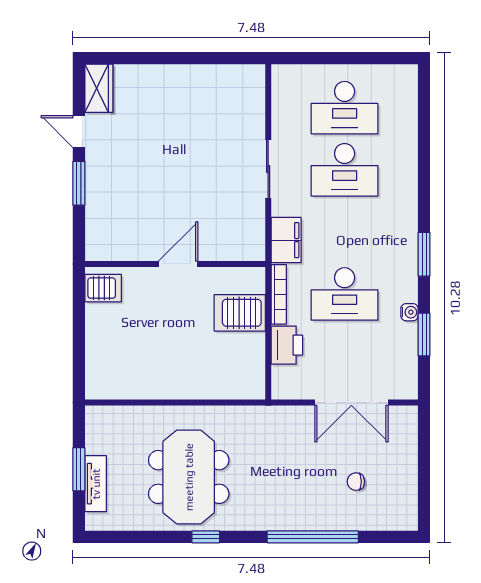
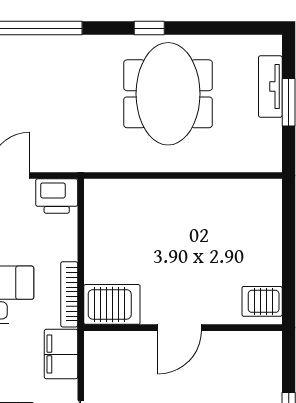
server rack: (240, 313) -> (112, 304), moved
printer: (287, 345) -> (57, 196), moved, turned -90

